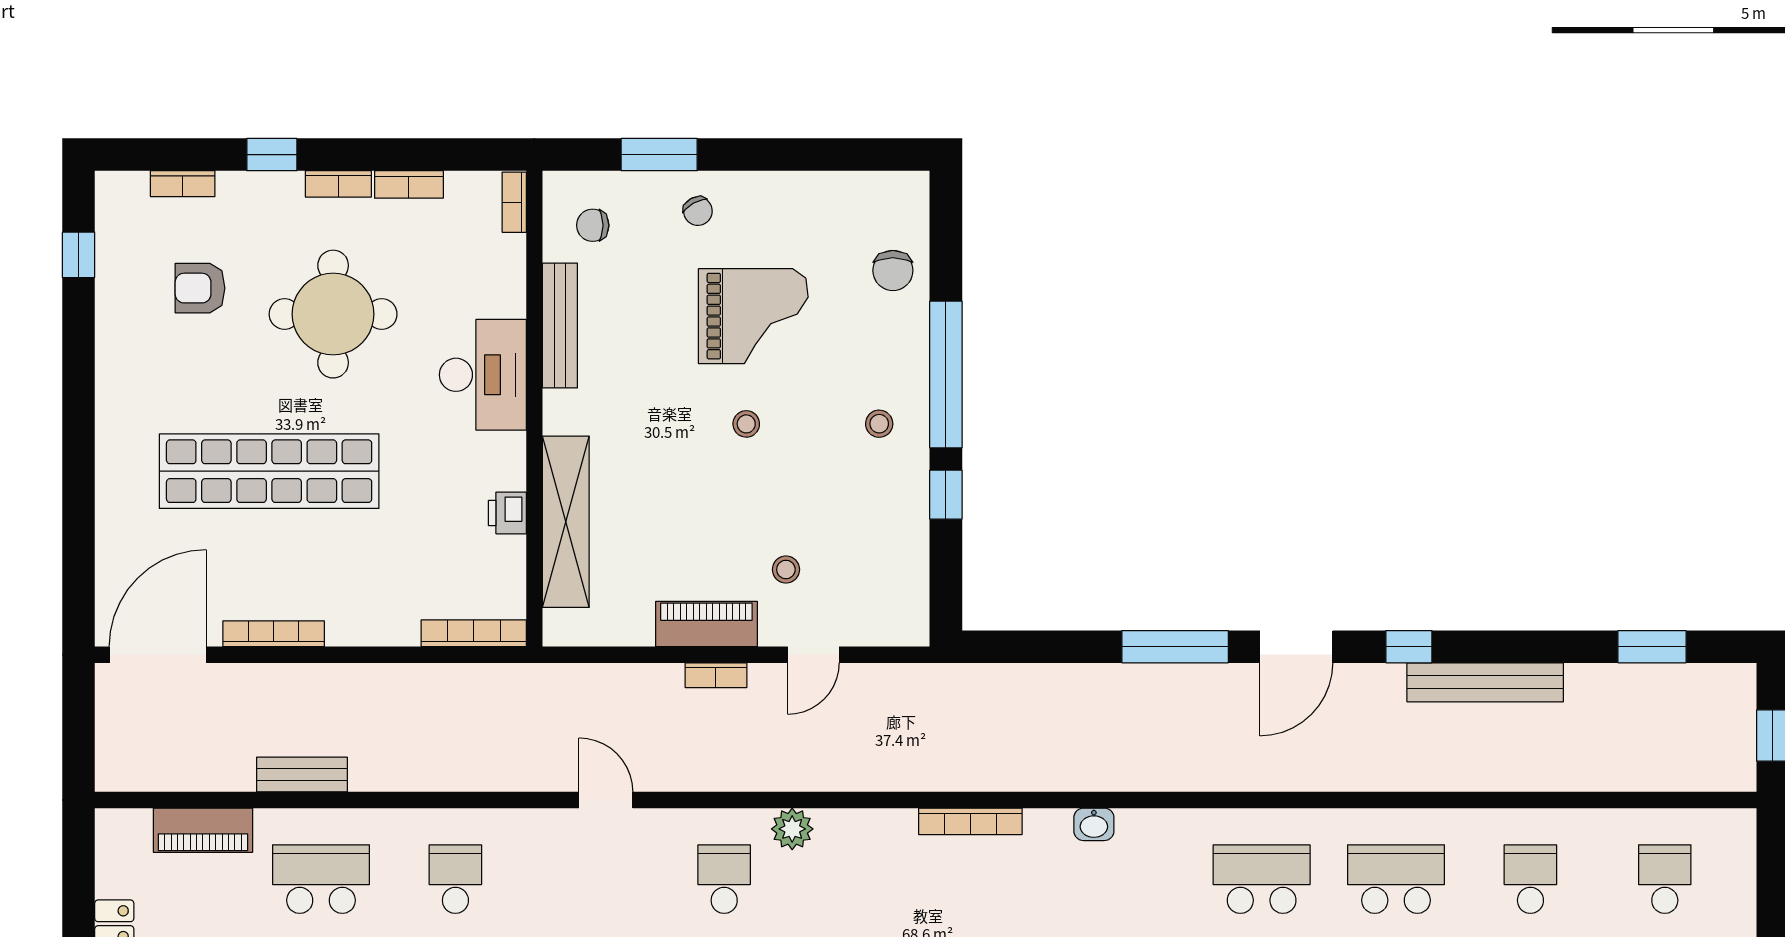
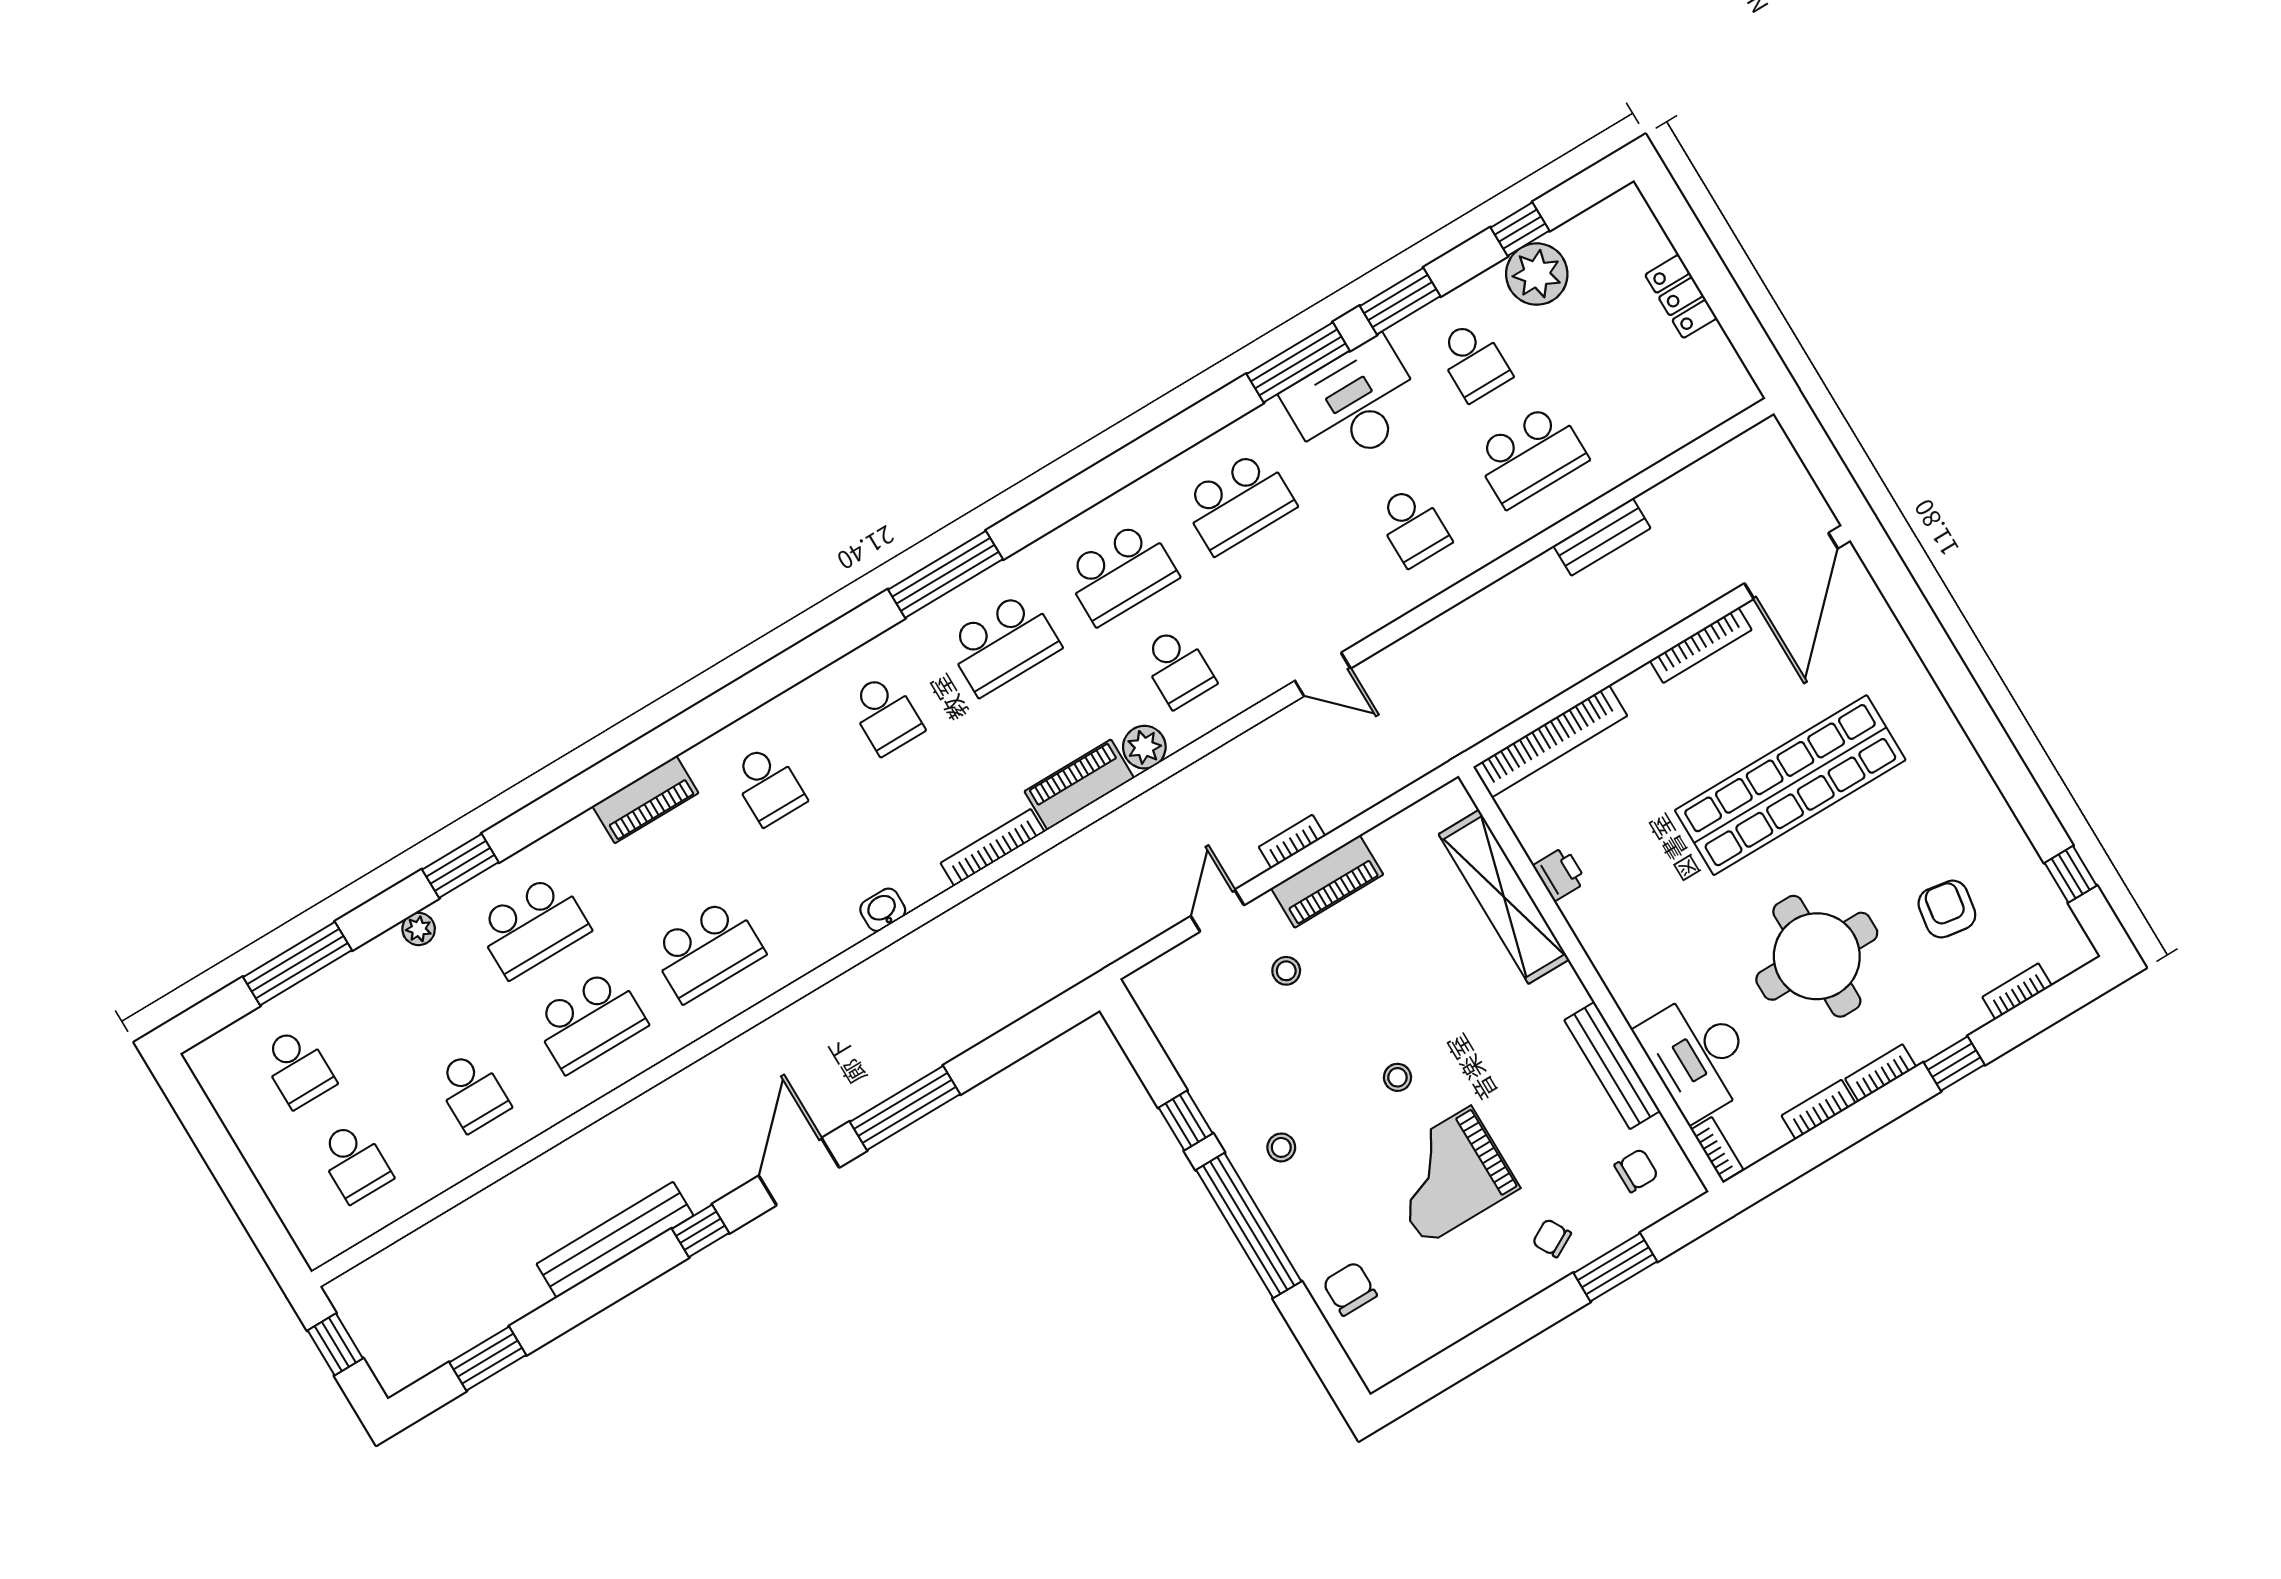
armchair: (200, 288) -> (1947, 909), turned -81
desk: (483, 375) -> (1698, 1055), moved
bookcase: (474, 633) -> (1550, 741), width x1.48, depth x1.31
piano: (203, 830) -> (1079, 785), moved

